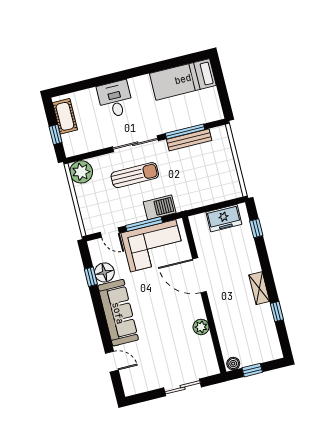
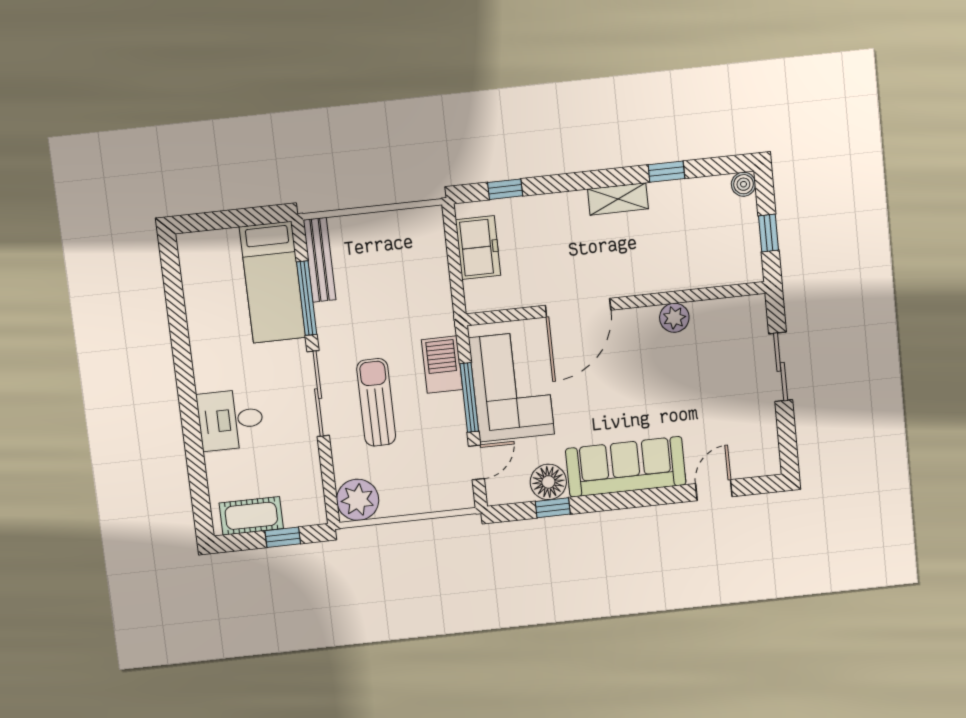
bed: (183, 79) -> (273, 282), moved
bench: (189, 140) -> (319, 260), moved
boiler: (233, 364) -> (743, 184), moved

